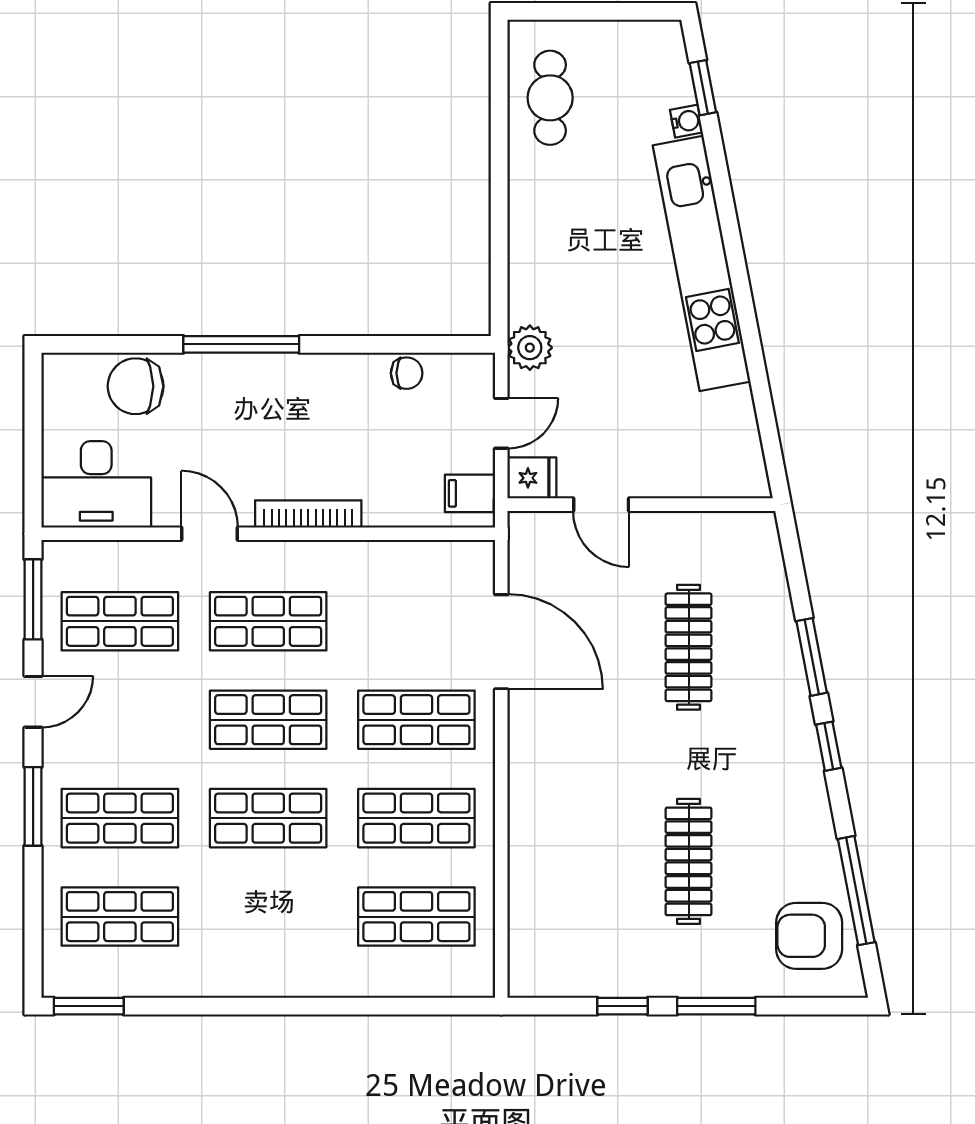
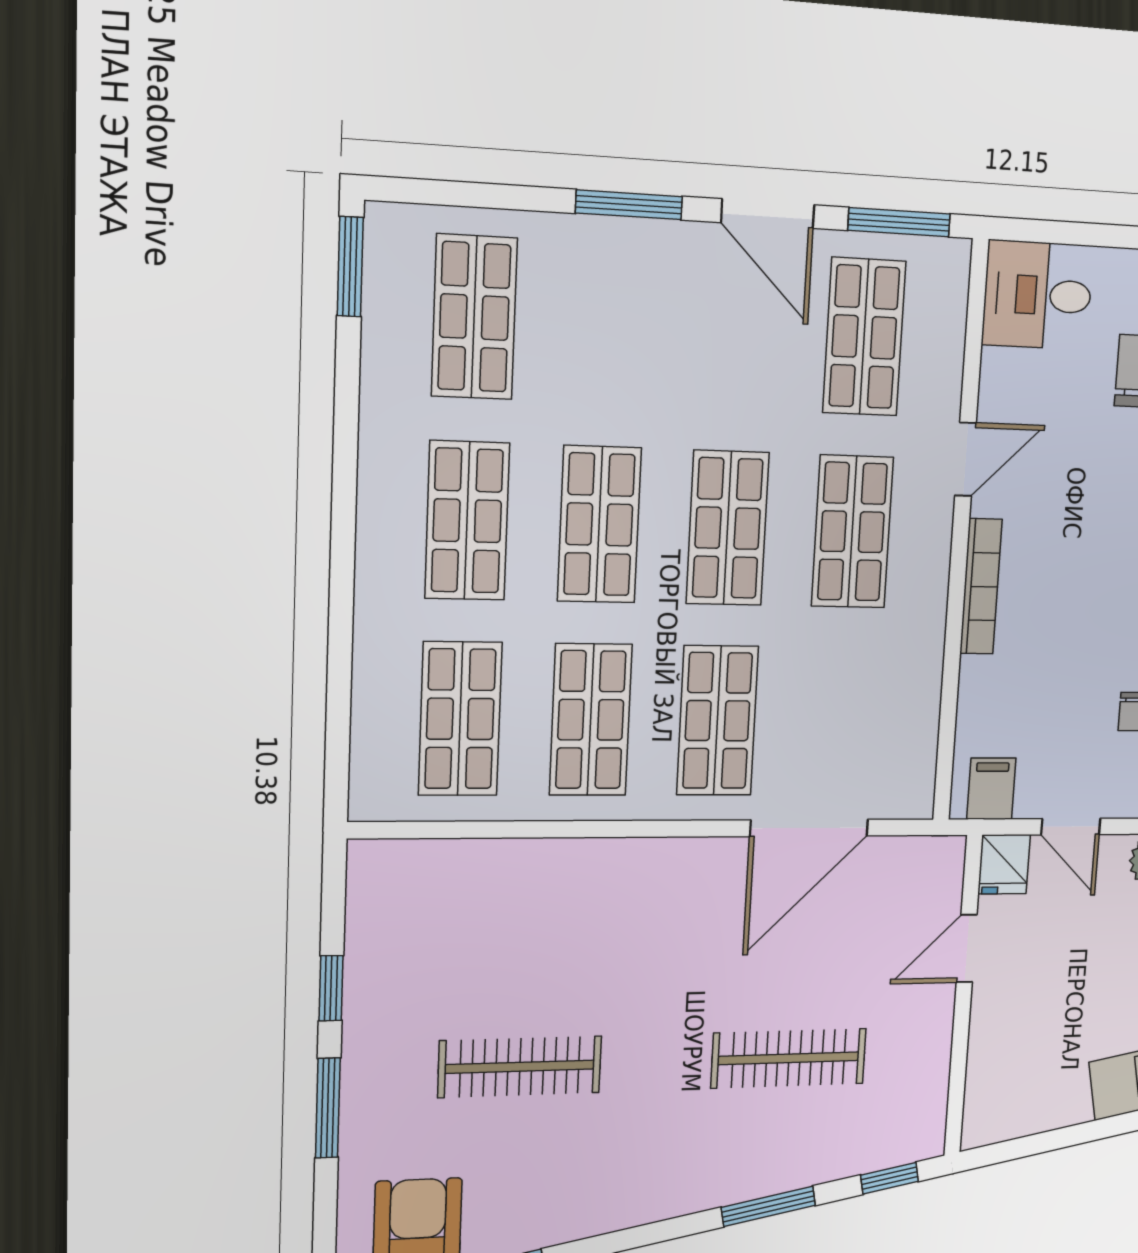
desk: (96, 484) -> (1038, 295), width x0.73
door: (33, 702) -> (768, 214), width x1.38
window: (829, 746) -> (889, 1178), moved
shop shelf: (120, 818) -> (467, 521), moved

